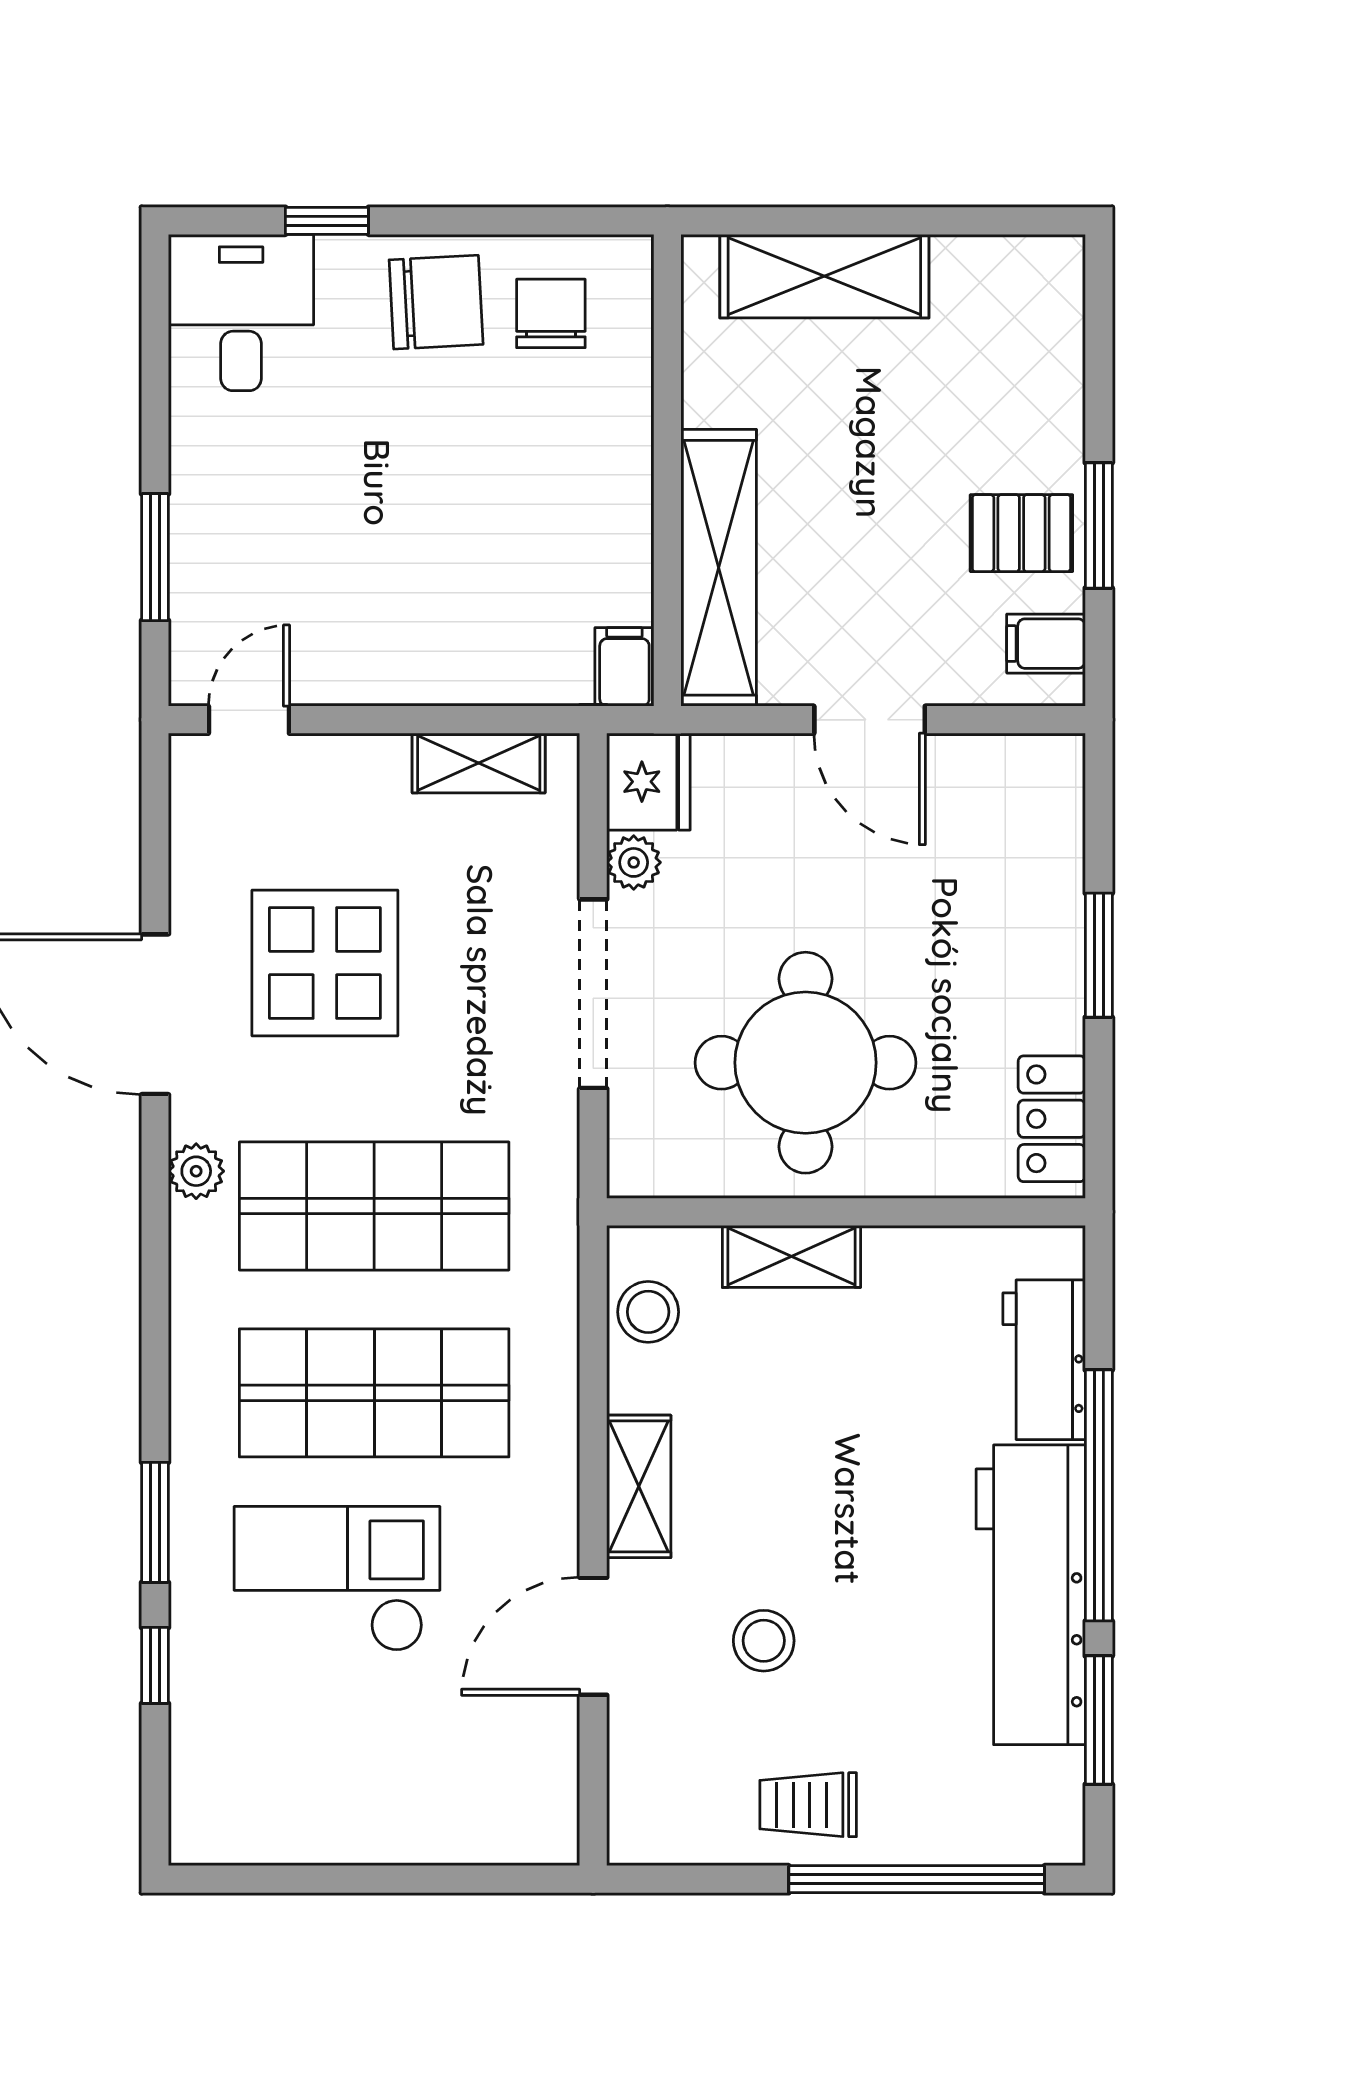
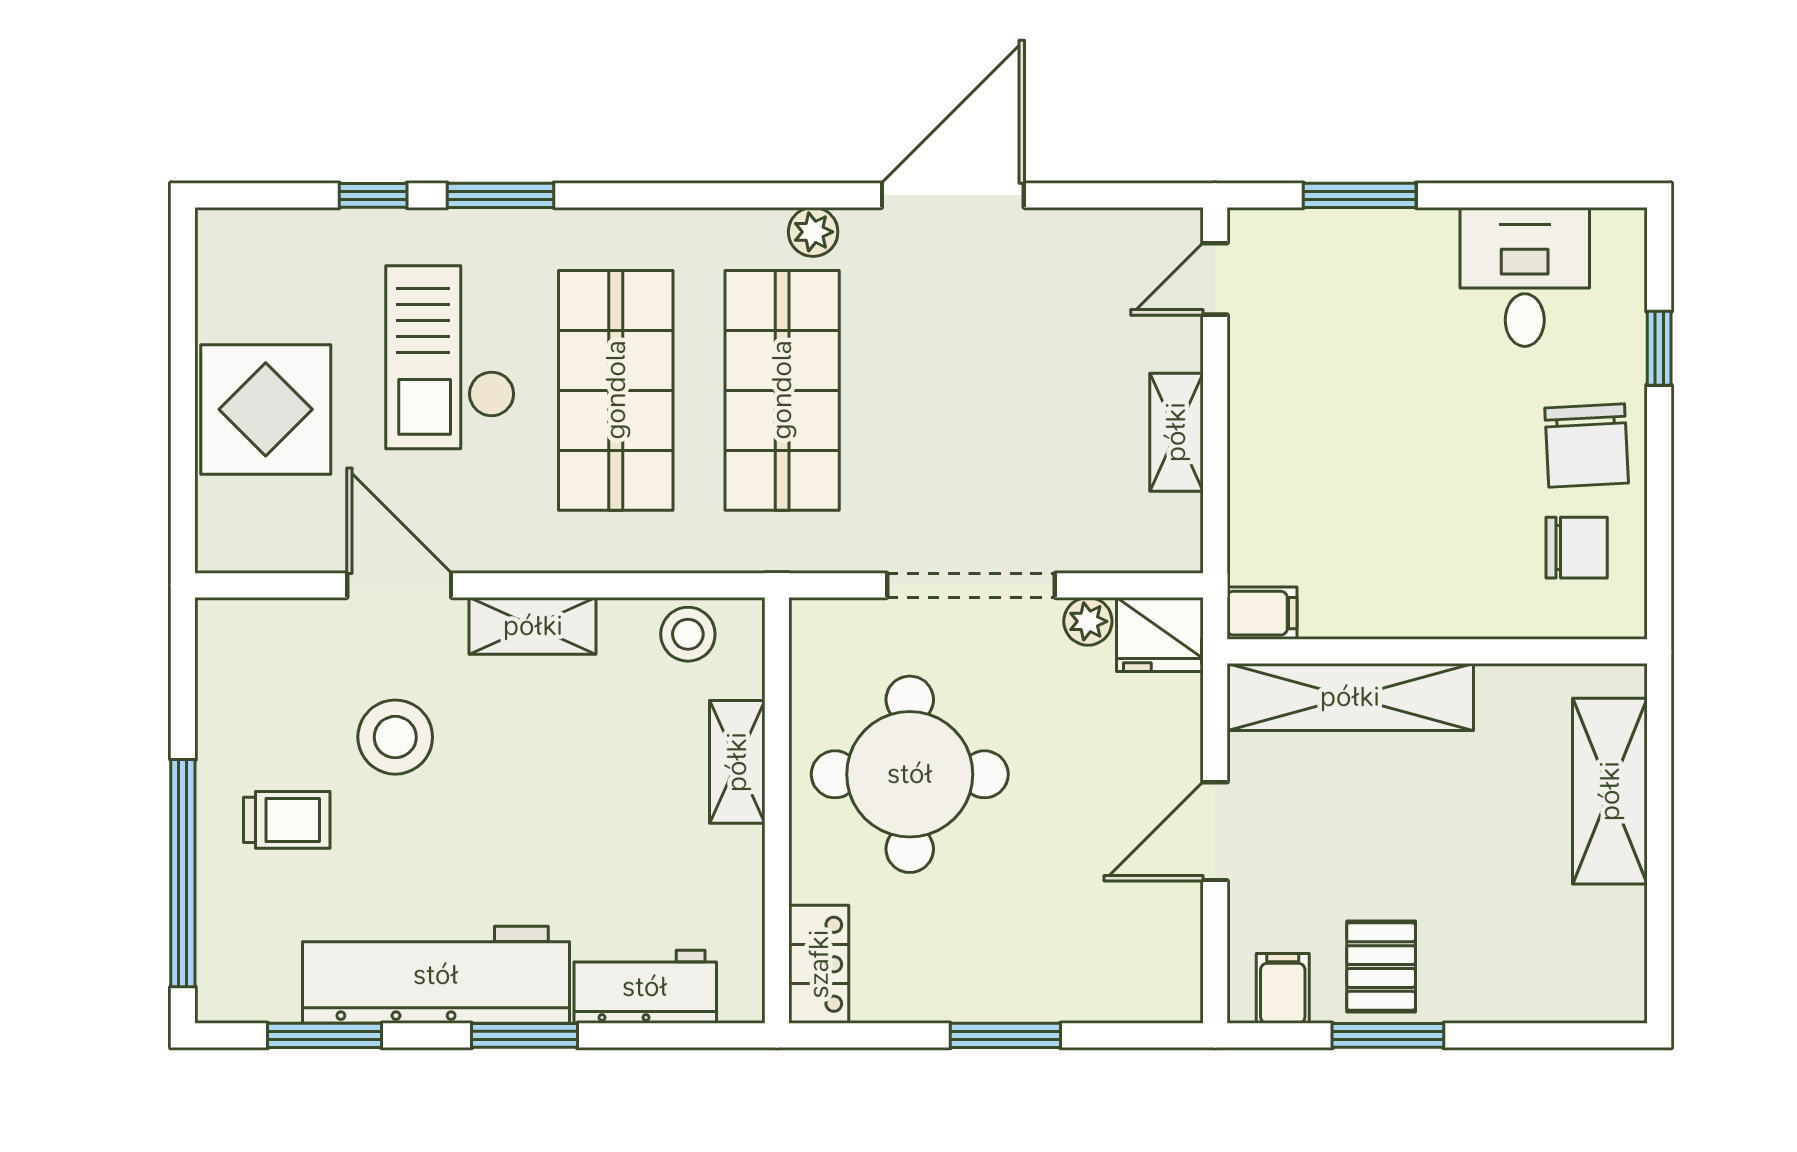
desk: (241, 312) -> (1525, 277), moved, turned -90
door: (249, 720) -> (1215, 279), swing flipped
shelving: (479, 763) -> (1176, 432), moved
display table: (325, 963) -> (266, 409), moved
locker: (1052, 1119) -> (819, 964), moved, turned 90
window: (1099, 1495) -> (525, 1035), width x0.47
checkout: (337, 1579) -> (450, 357), turned 180
stool: (764, 1641) -> (395, 737), width x1.38, depth x1.38
trolley: (808, 1805) -> (287, 820), moved, turned 90

